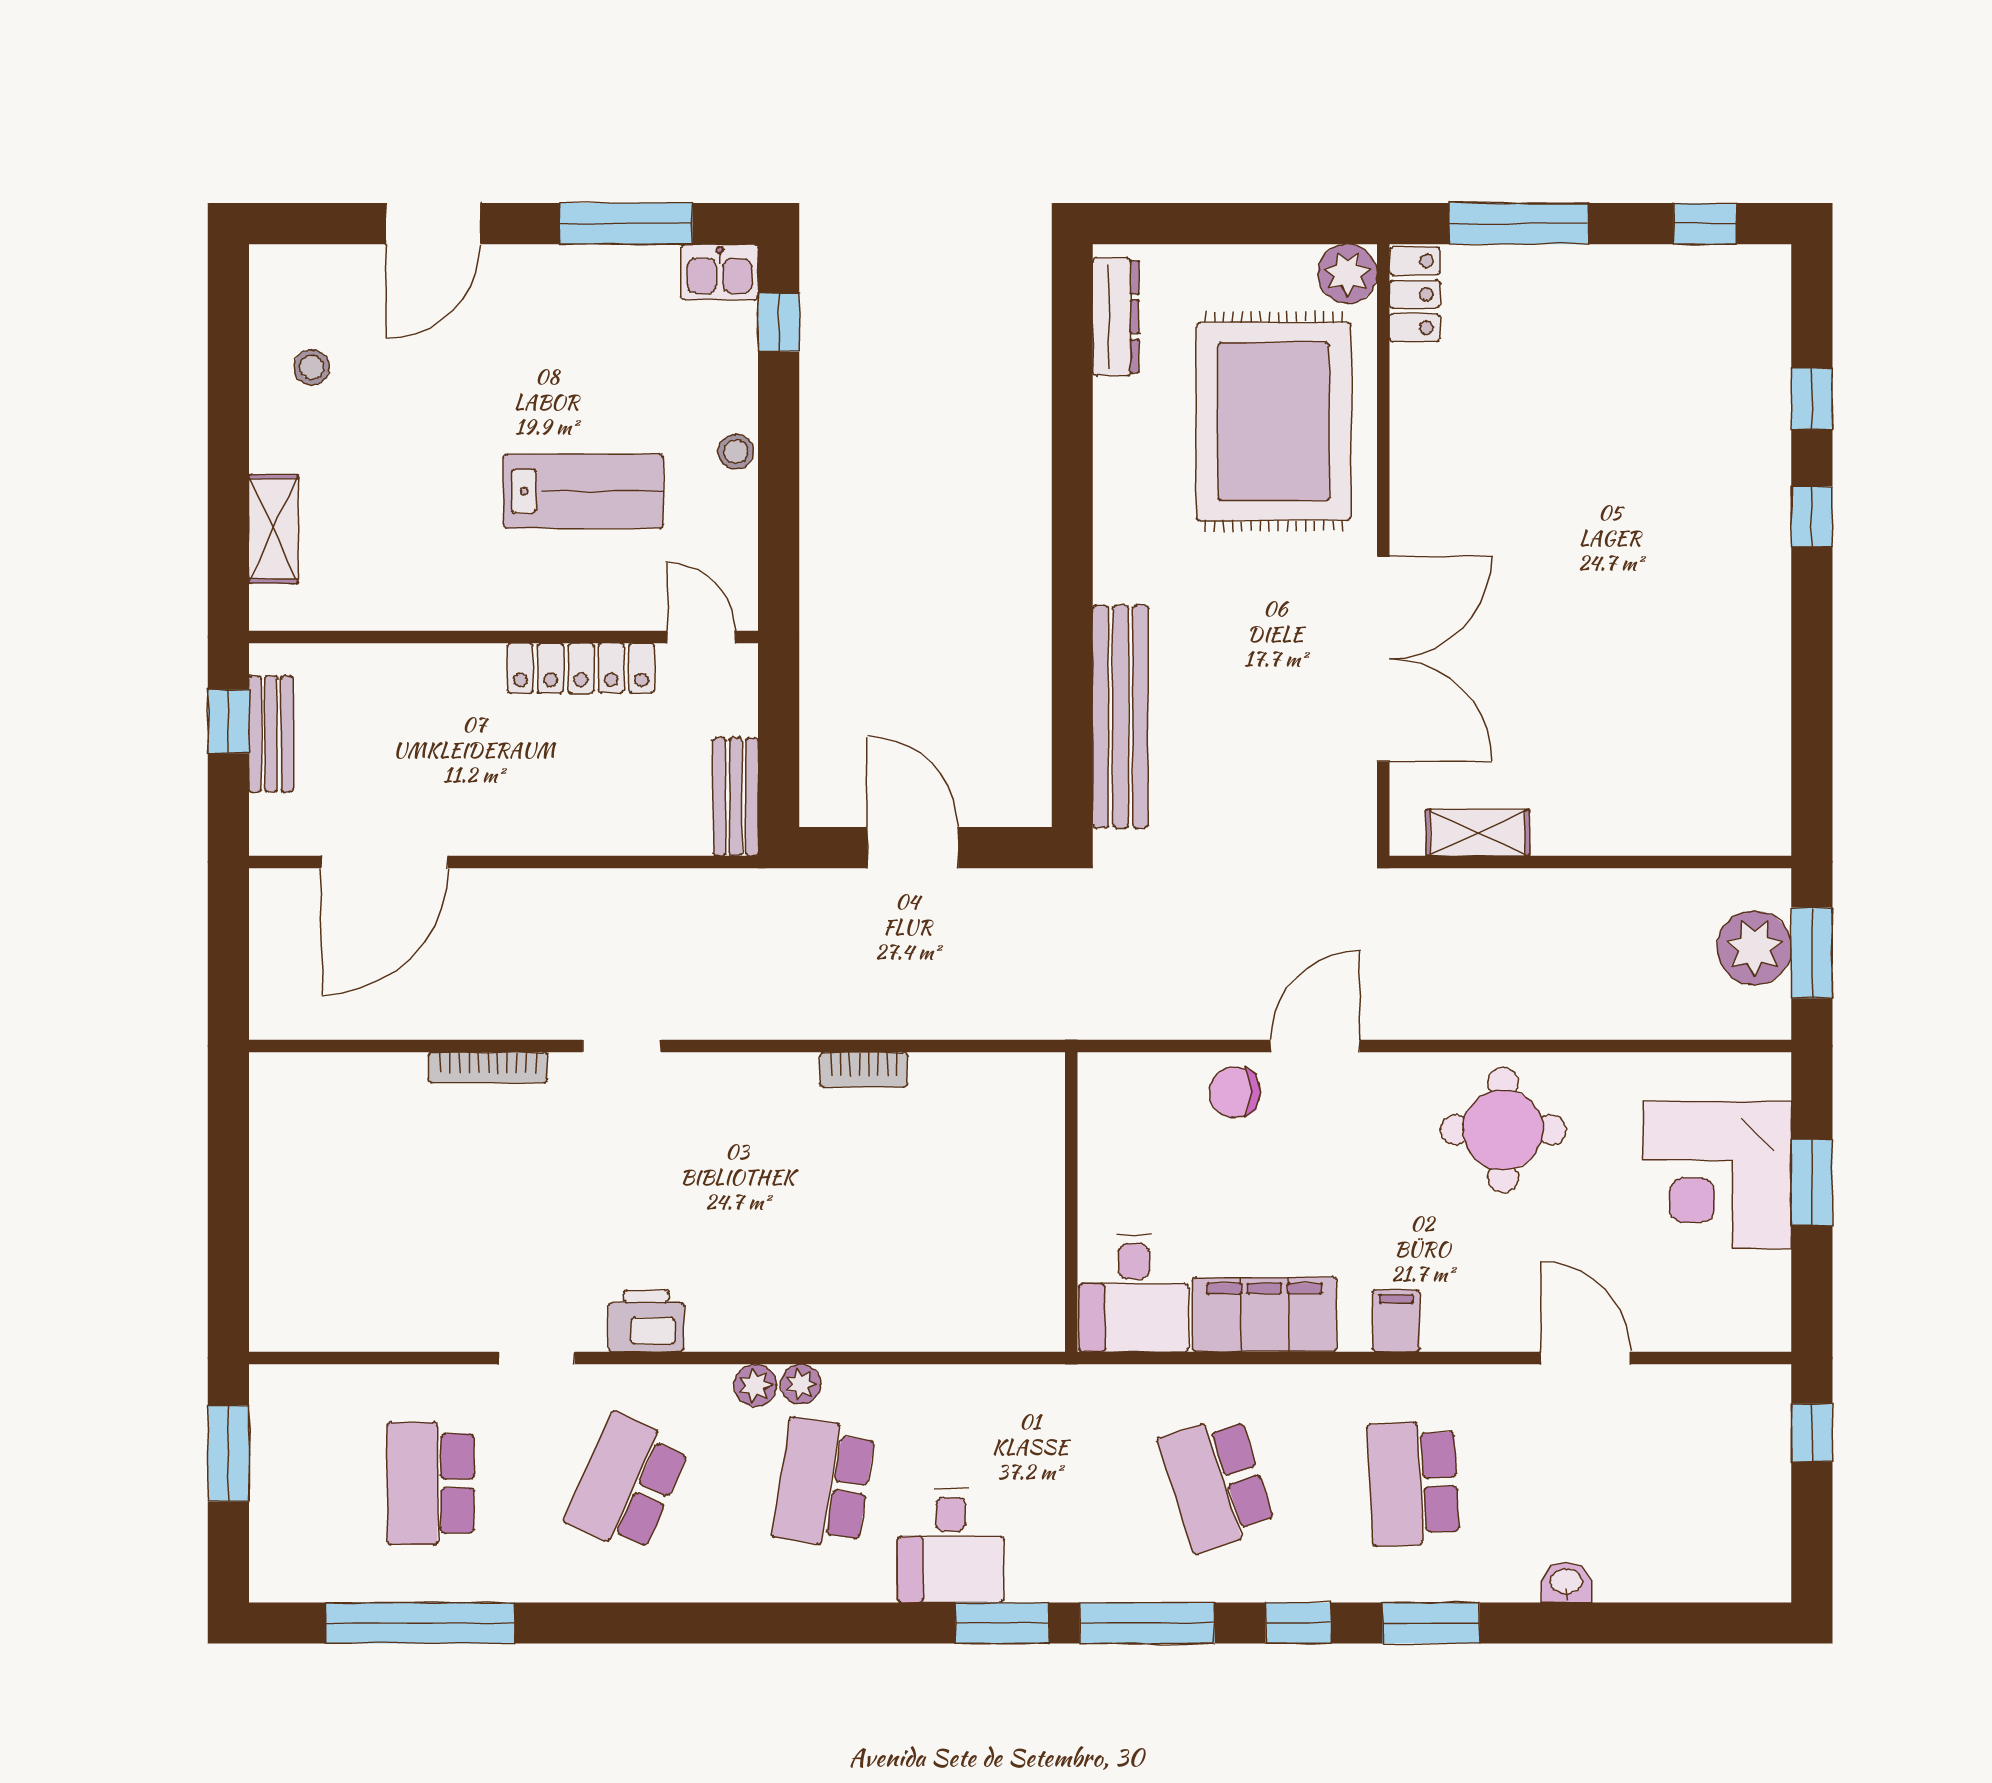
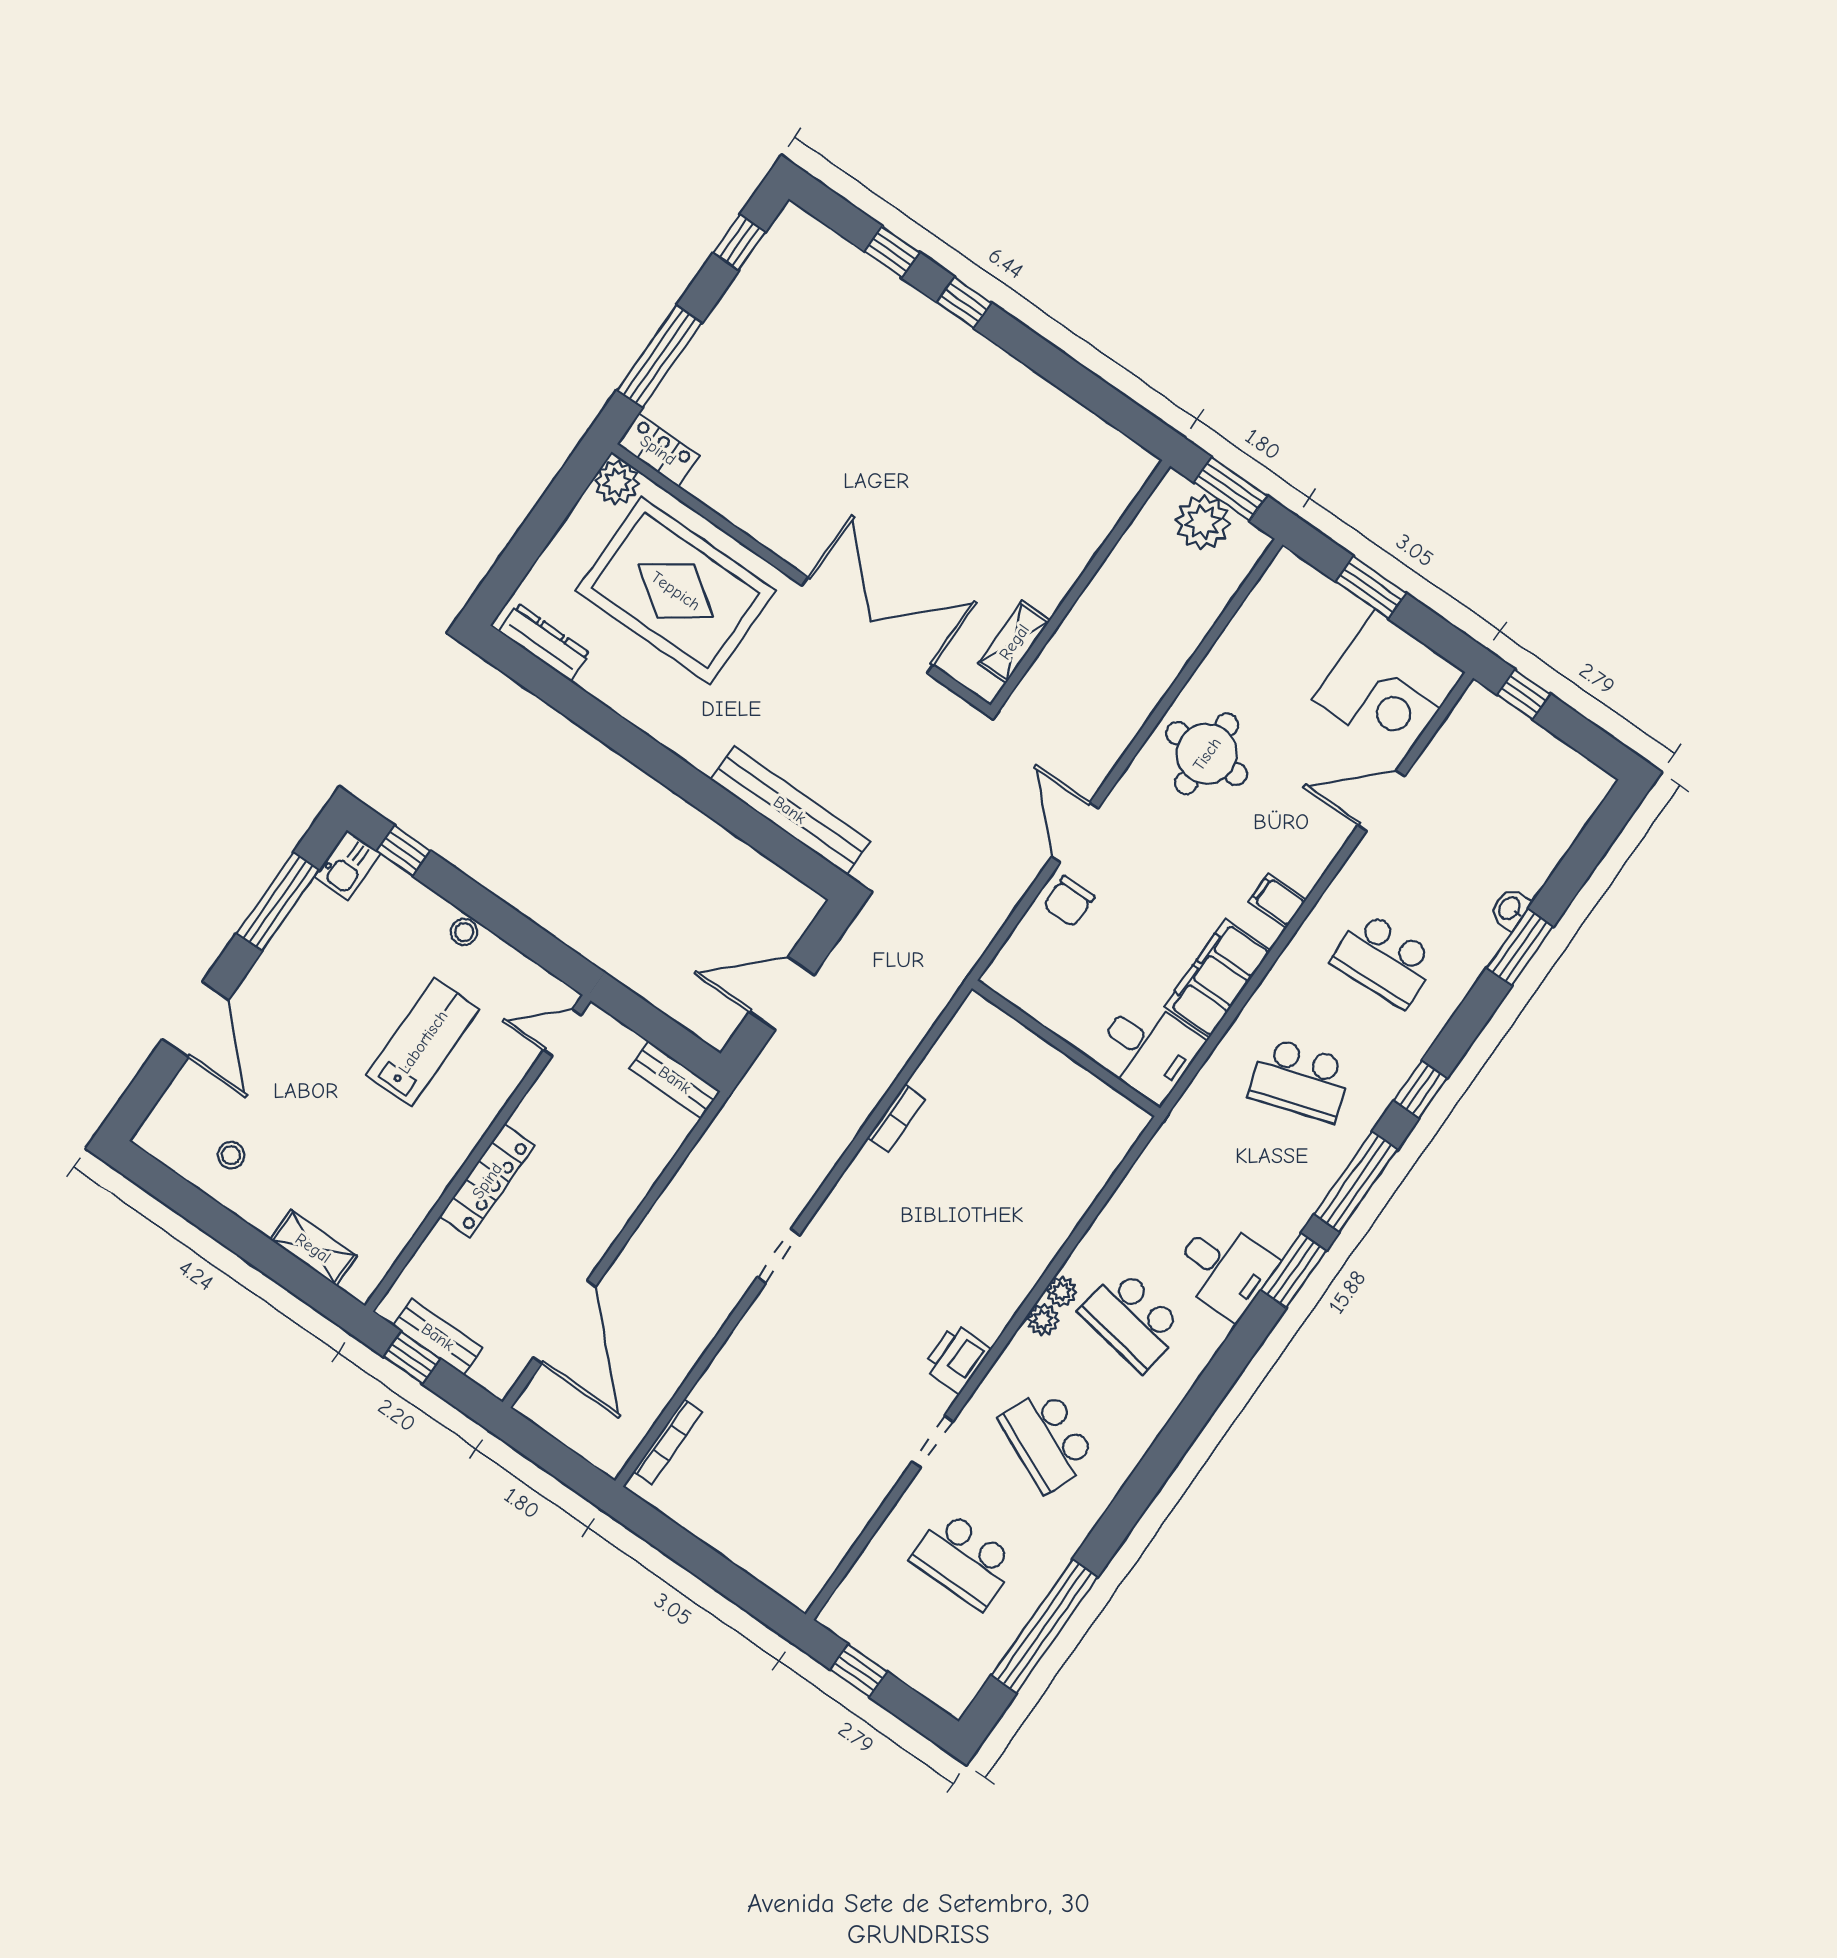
locker: (581, 668) -> (487, 1181), moved
bookcase: (488, 1067) -> (668, 1442), moved
corner desk: (1717, 1175) -> (1389, 686), moved
window: (228, 1453) -> (859, 1671), width x0.67
window: (1431, 1623) -> (1520, 947), moved

